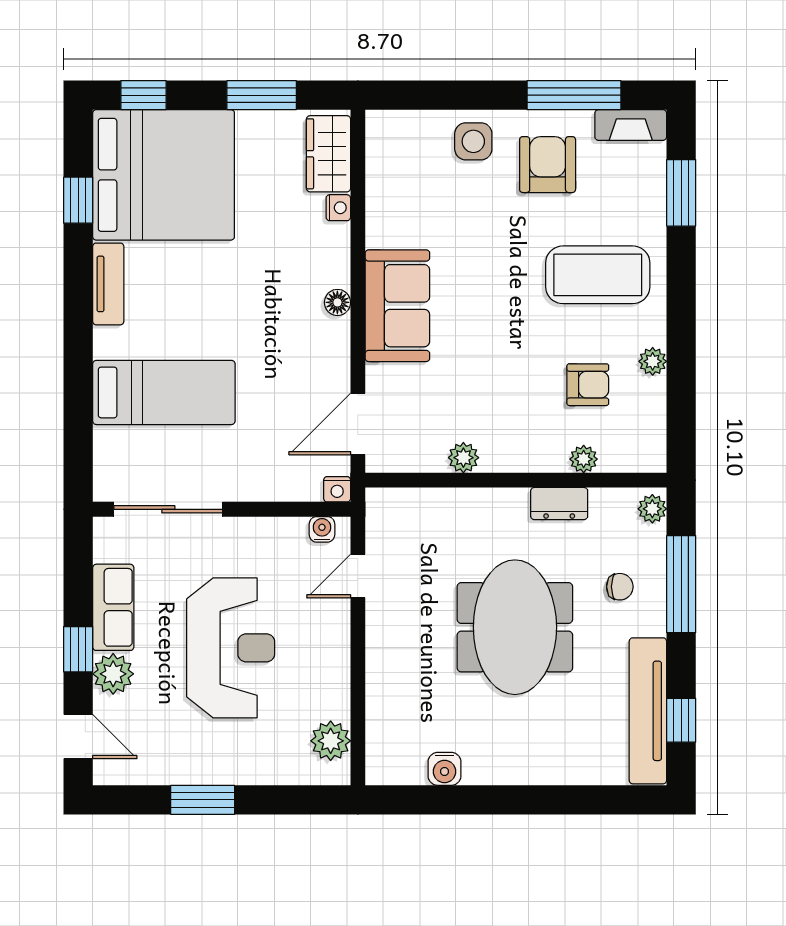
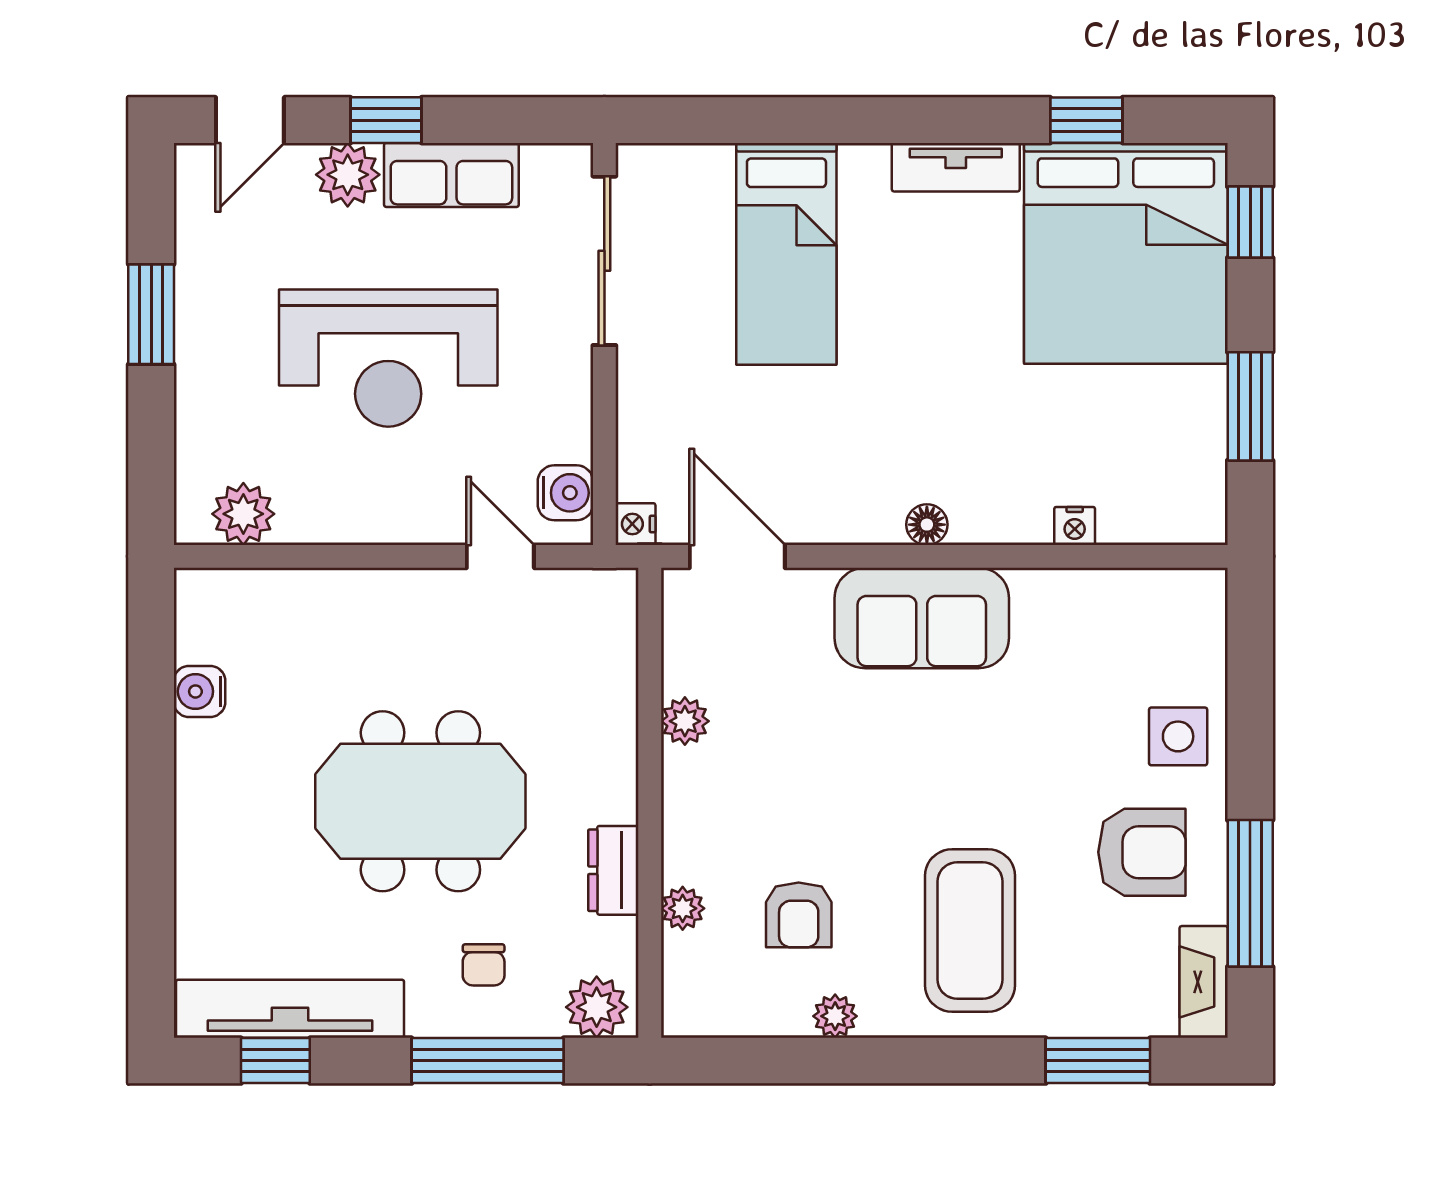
wardrobe: (329, 154) -> (1159, 511), removed
plant: (652, 509) -> (597, 1007), width x1.38, depth x1.38
water cooler: (322, 529) -> (565, 493), width x1.38, depth x1.38

